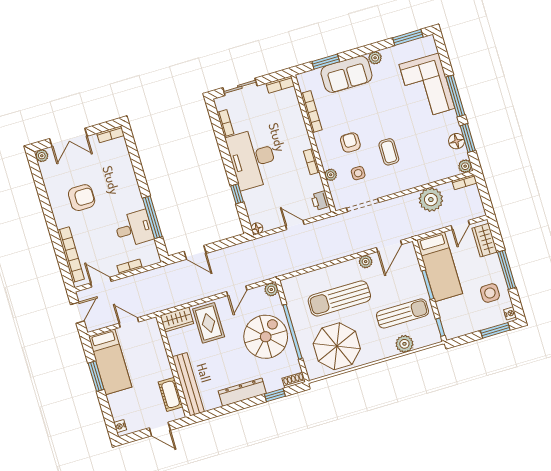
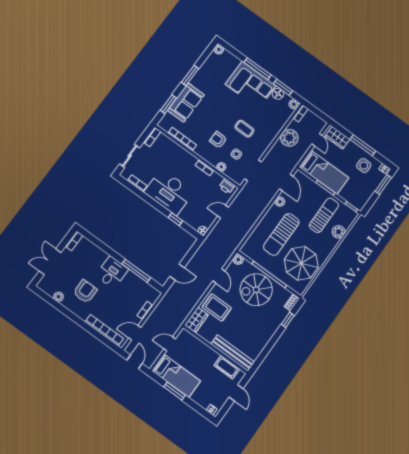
window: (408, 37) -> (190, 75), moved
plant: (375, 58) -> (219, 49), moved
corner sofa: (427, 86) -> (251, 85), moved
double door: (68, 137) -> (50, 262), swing flipped
plant: (42, 156) -> (58, 297), moved
desk: (134, 229) -> (112, 272), moved
spiral stairs: (266, 337) -> (256, 290), turned -90
dresser: (242, 392) -> (268, 333), removed
door: (160, 429) -> (236, 393), hinge flipped

